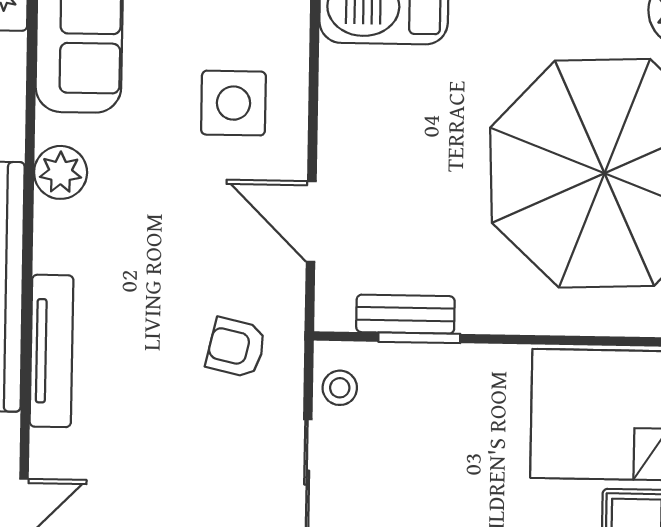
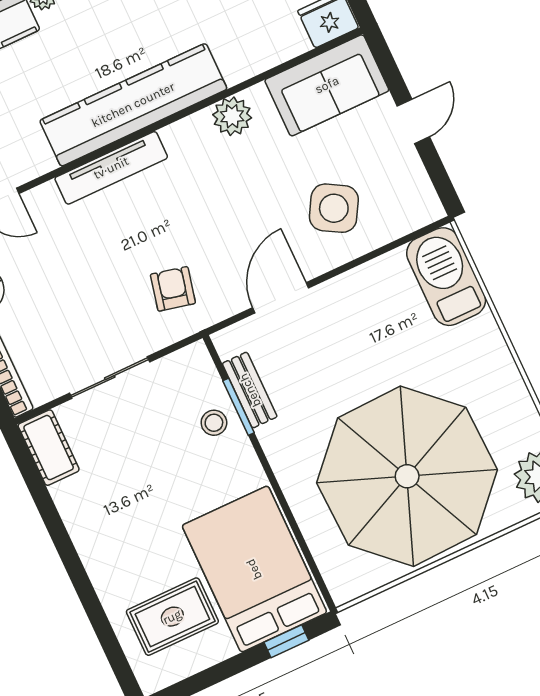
side table: (233, 103) -> (334, 208), turned 30
stool: (340, 388) -> (214, 423), moved

